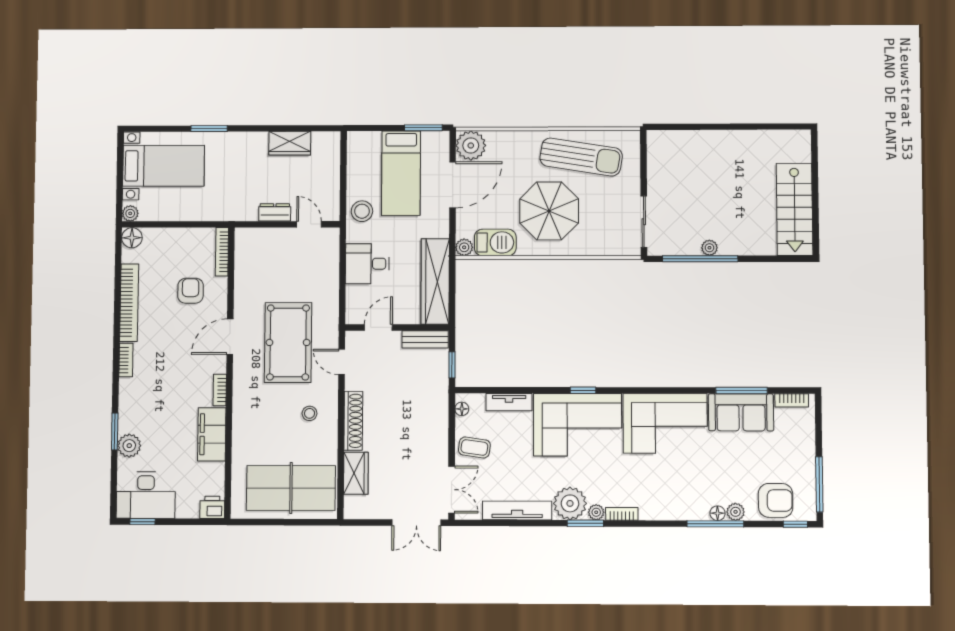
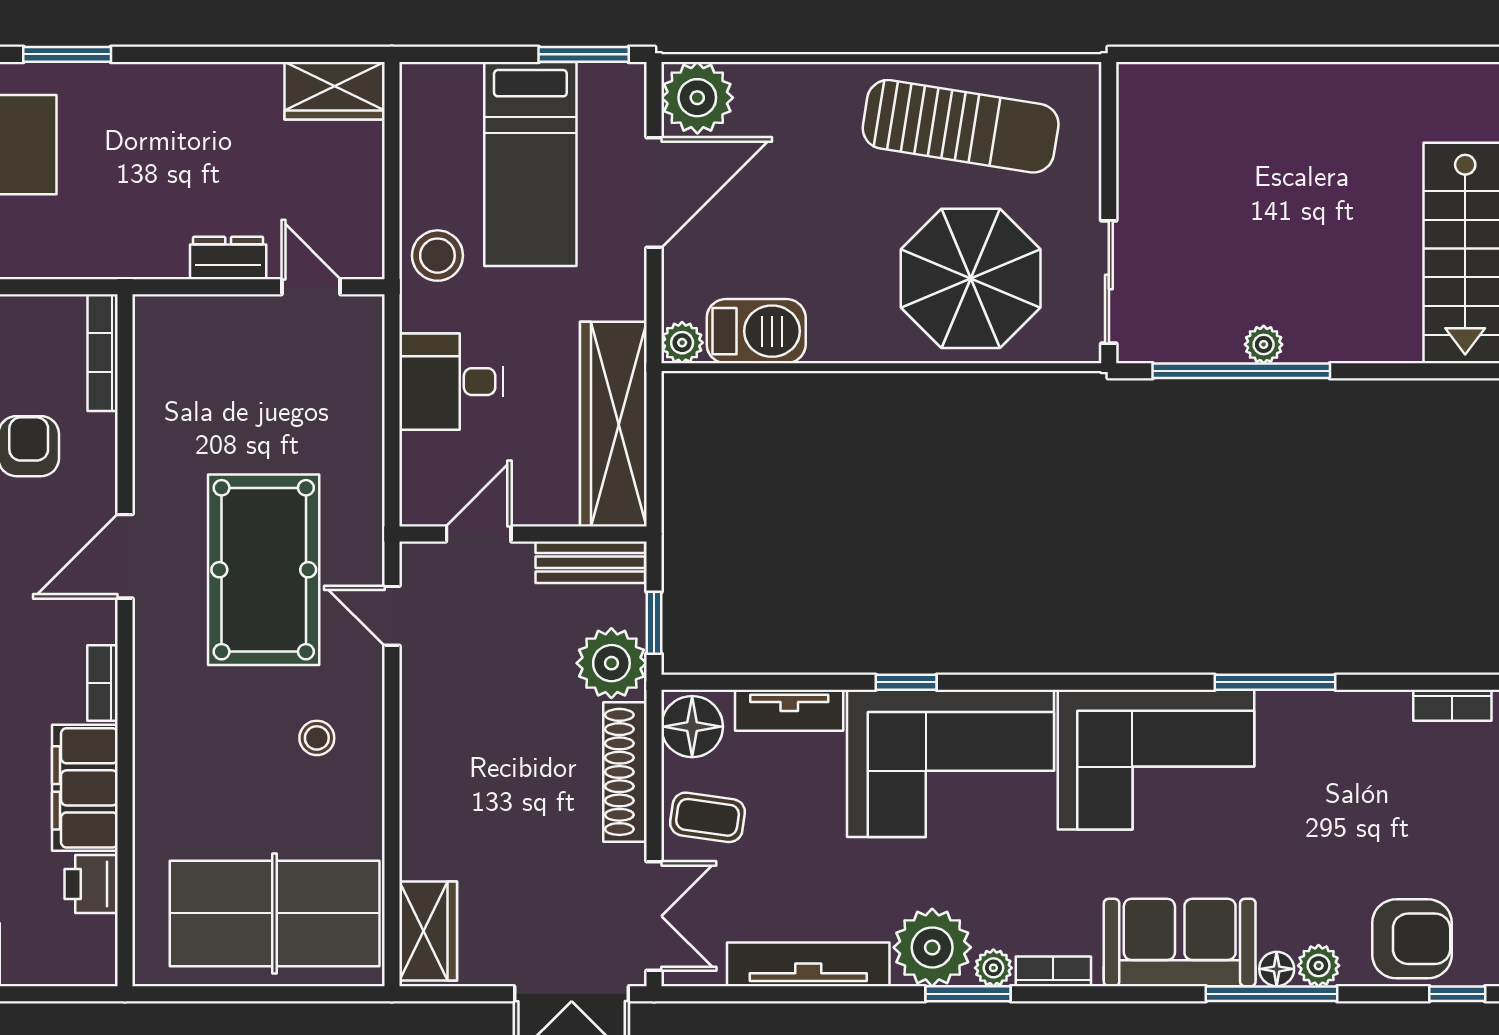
wardrobe: (290, 143) -> (335, 91), moved
parasol: (549, 211) -> (971, 278), moved
plant: (434, 382) -> (611, 663), added
window: (583, 390) -> (906, 682), moved
window: (742, 391) -> (1275, 682), moved
floor lamp: (462, 409) -> (692, 727), width x1.89, depth x1.89
sofa: (741, 412) -> (1180, 943), moved, turned 180
shoe rack: (353, 421) -> (625, 772), moved, turned 180
wardrobe: (356, 473) -> (428, 931), moved
printer: (212, 507) -> (91, 884), moved, turned -90

